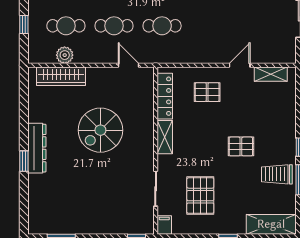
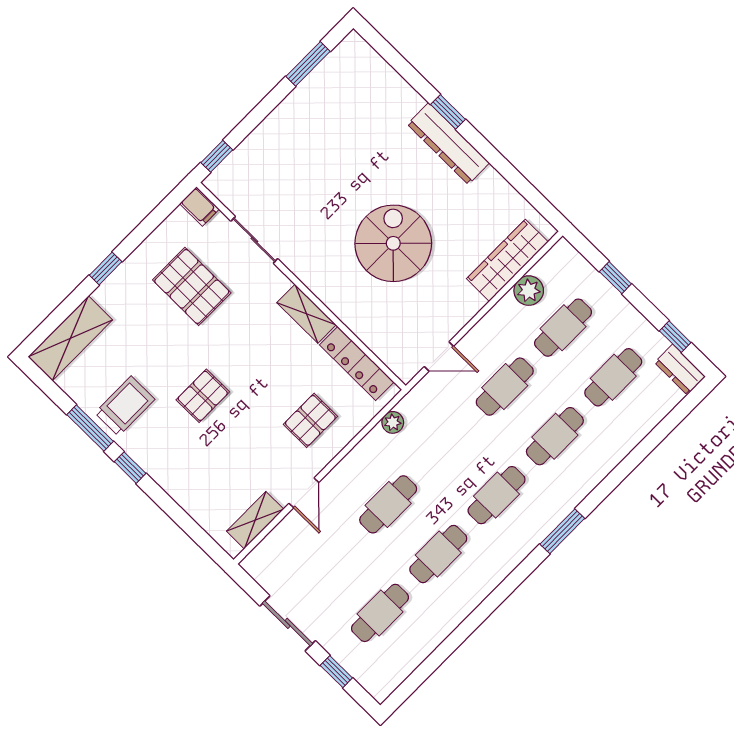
cafe table: (162, 26) -> (388, 504), moved
plant: (174, 57) -> (393, 422), added

